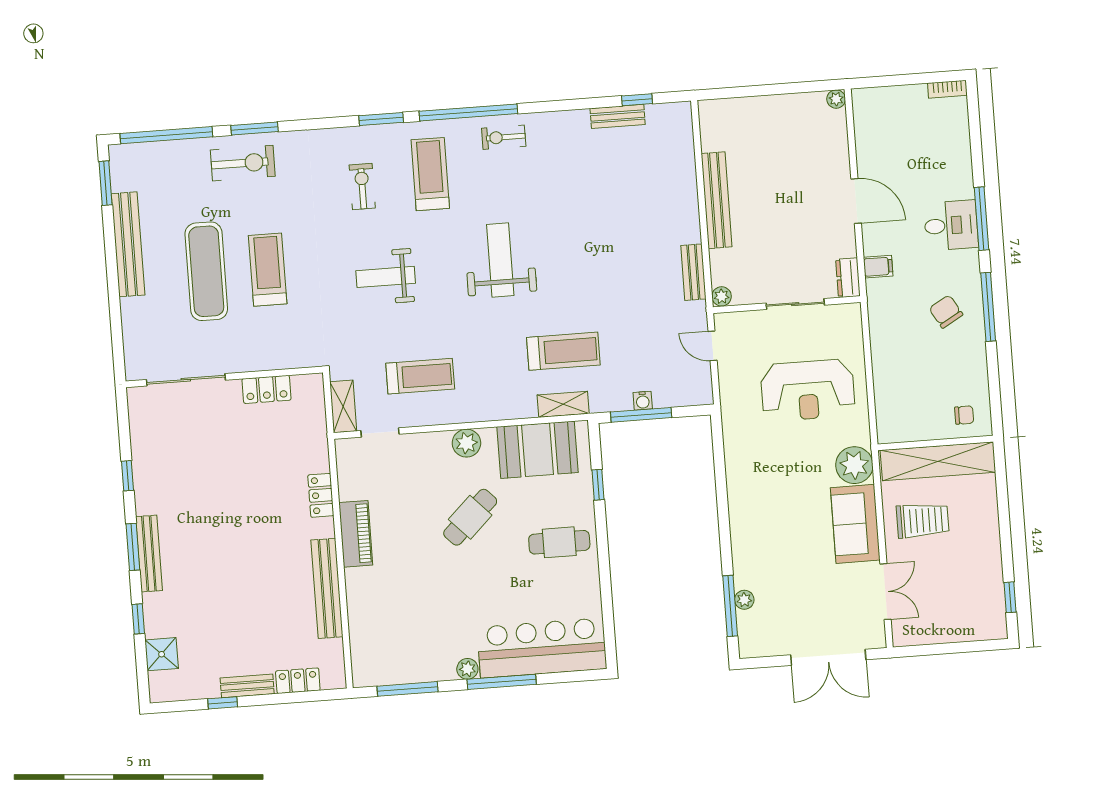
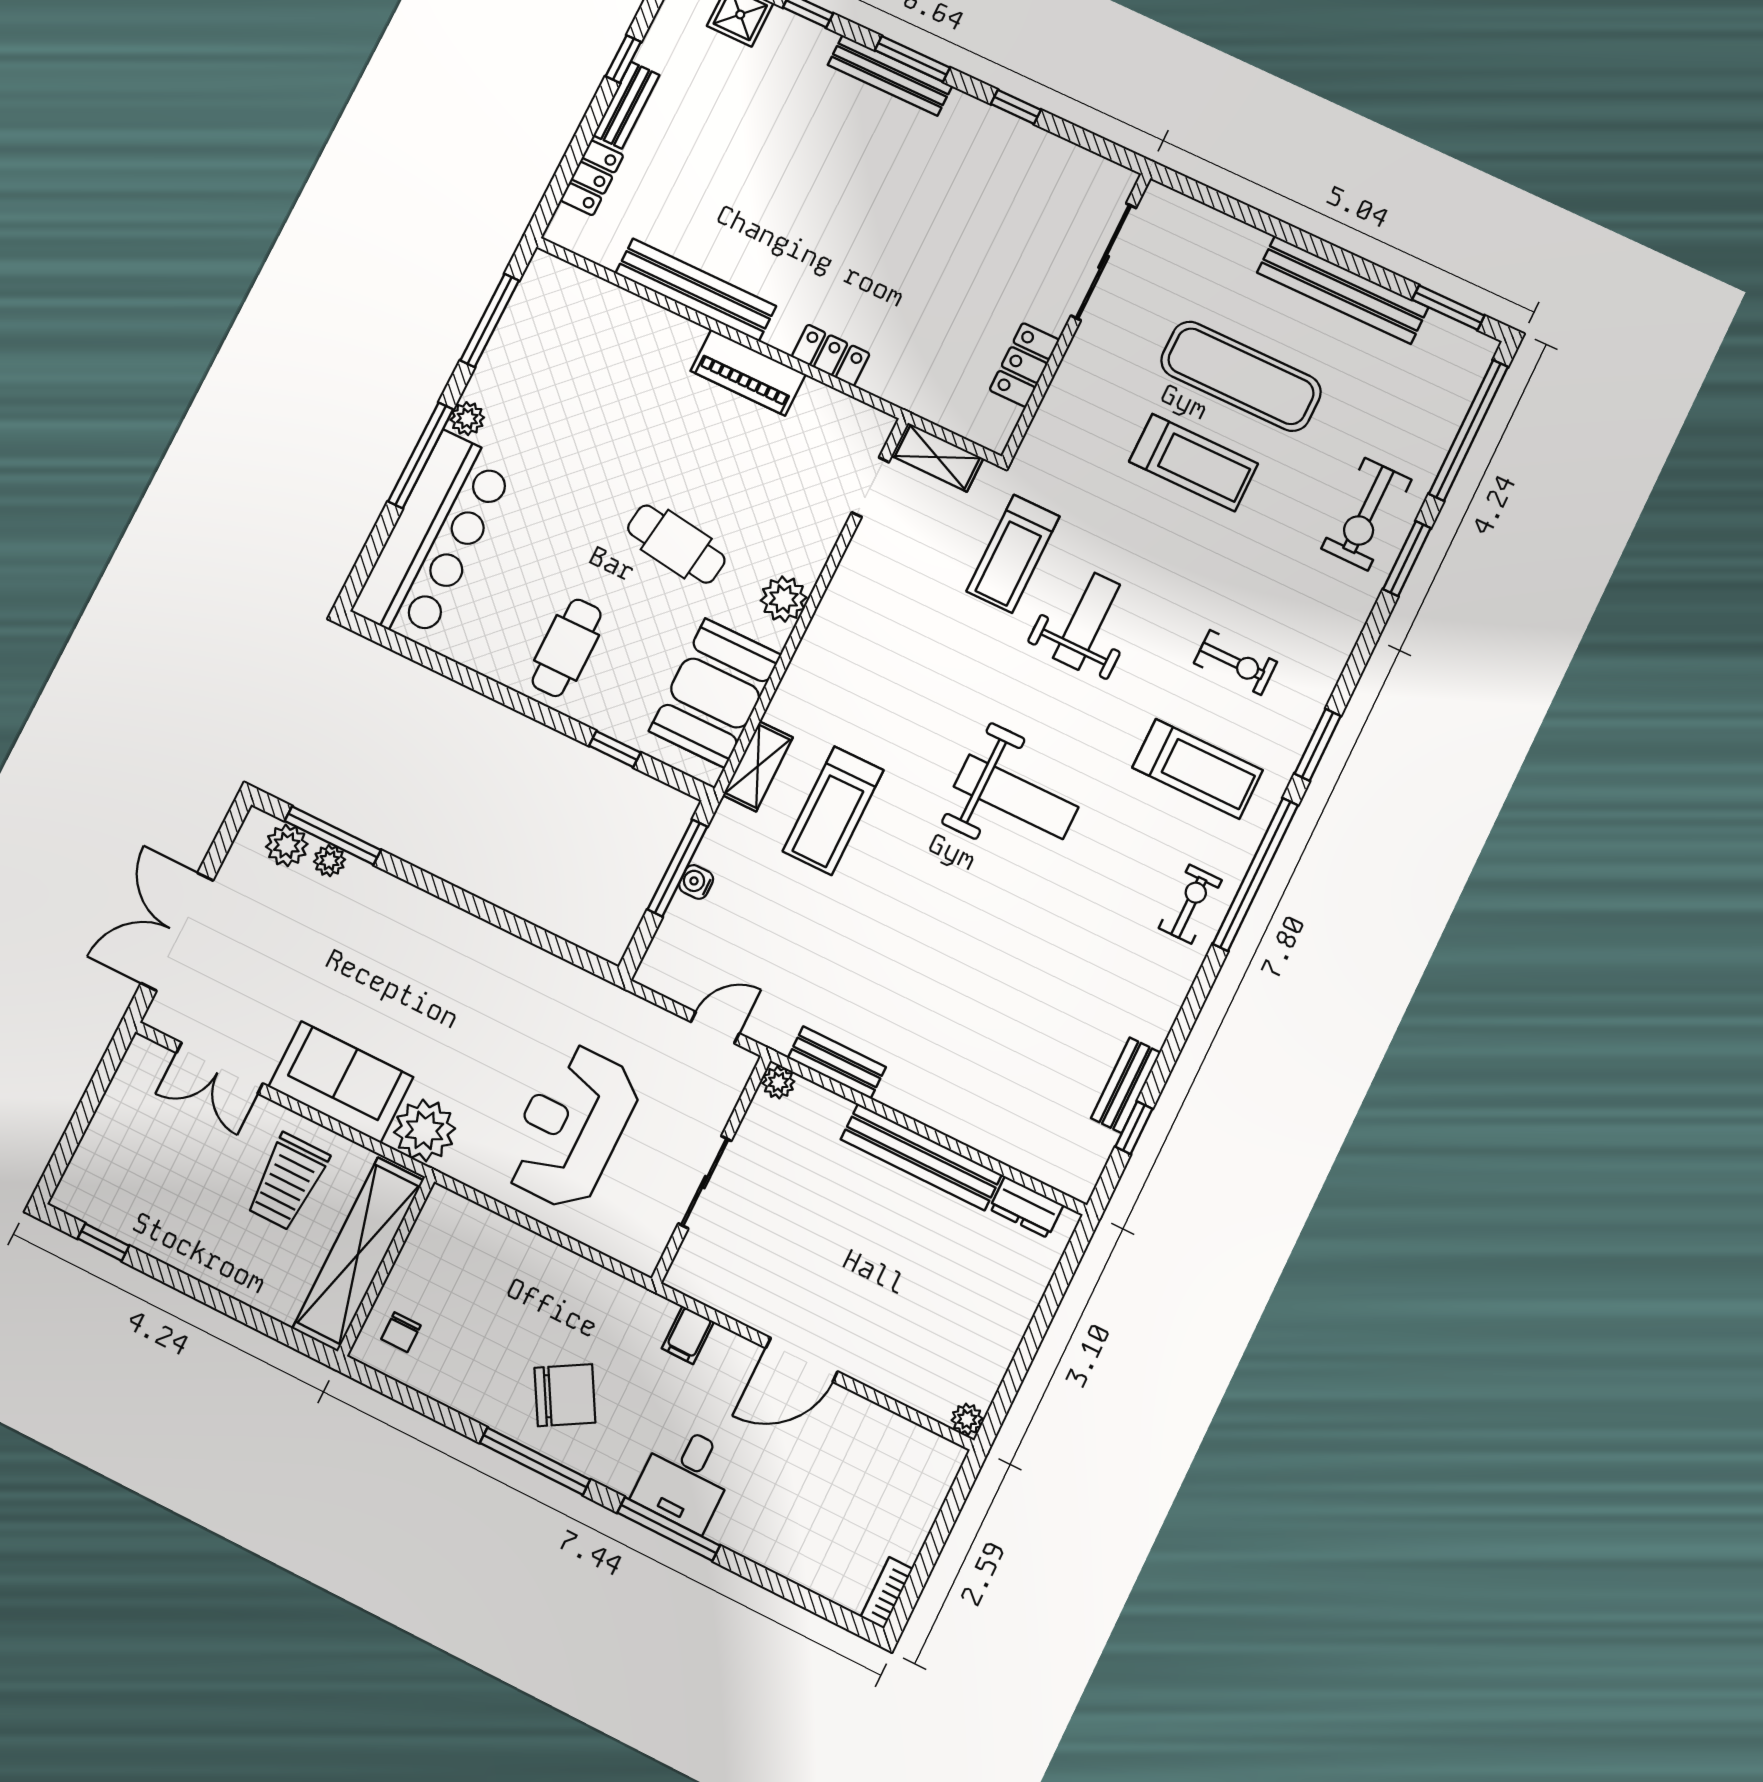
dresser: (848, 278) -> (1026, 1207), moved, turned 180
chair: (946, 312) -> (565, 1395), width x1.37, depth x1.37
treadmill: (420, 376) -> (1013, 554), moved
cafe table: (470, 517) -> (676, 544), turned -38
plant: (750, 627) -> (287, 845), added

